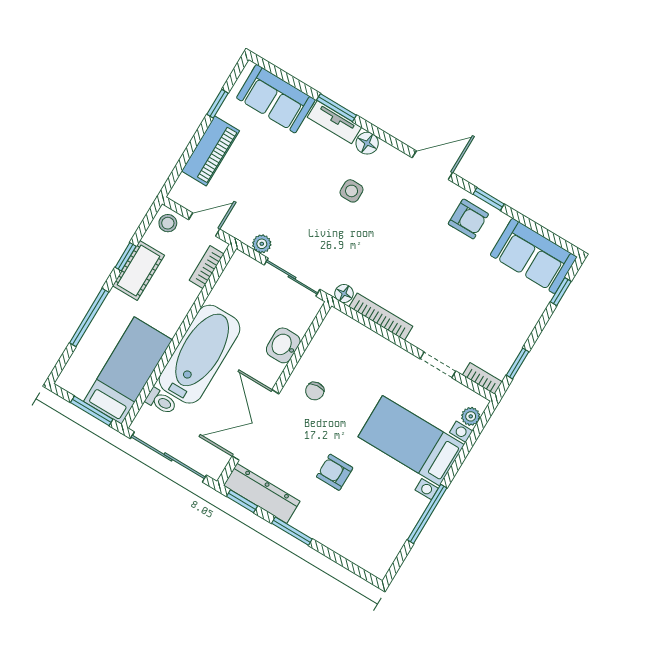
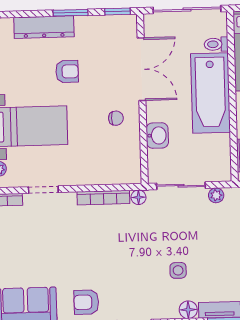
chair: (315, 391) -> (116, 118), turned 95
dresser: (262, 493) -> (44, 27), moved

